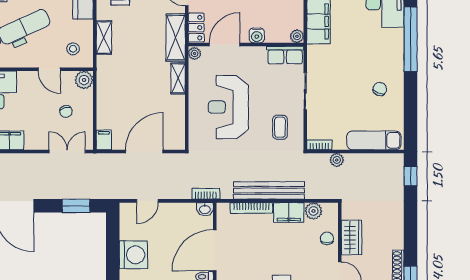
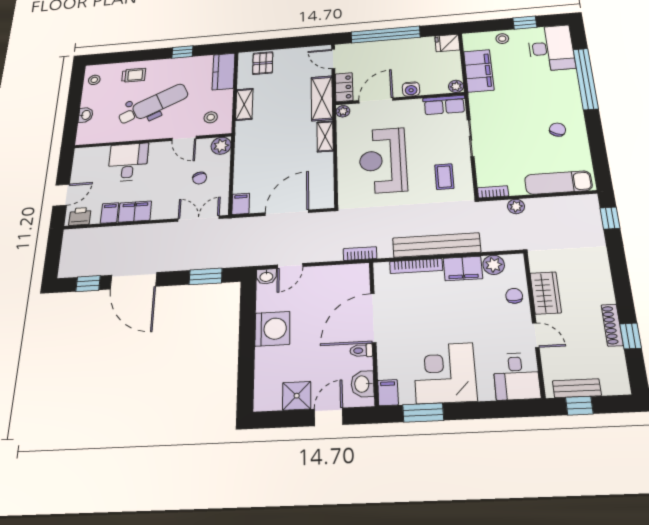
washbasin: (205, 209) -> (266, 276), moved

